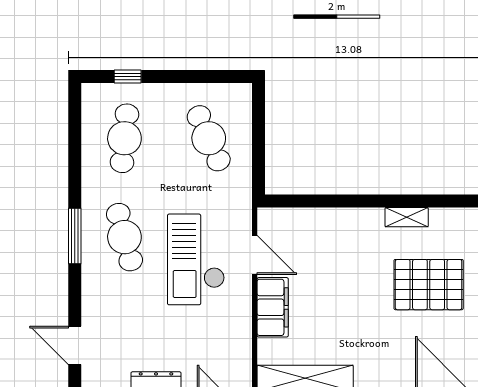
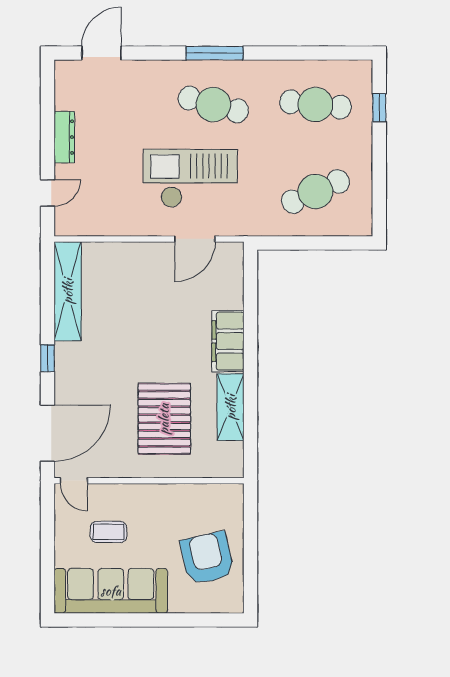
shelving: (407, 217) -> (231, 407), width x1.50, depth x1.33
cafe table: (124, 237) -> (213, 104), turned 30
filing cabinet: (273, 307) -> (228, 341), moved, turned 90

